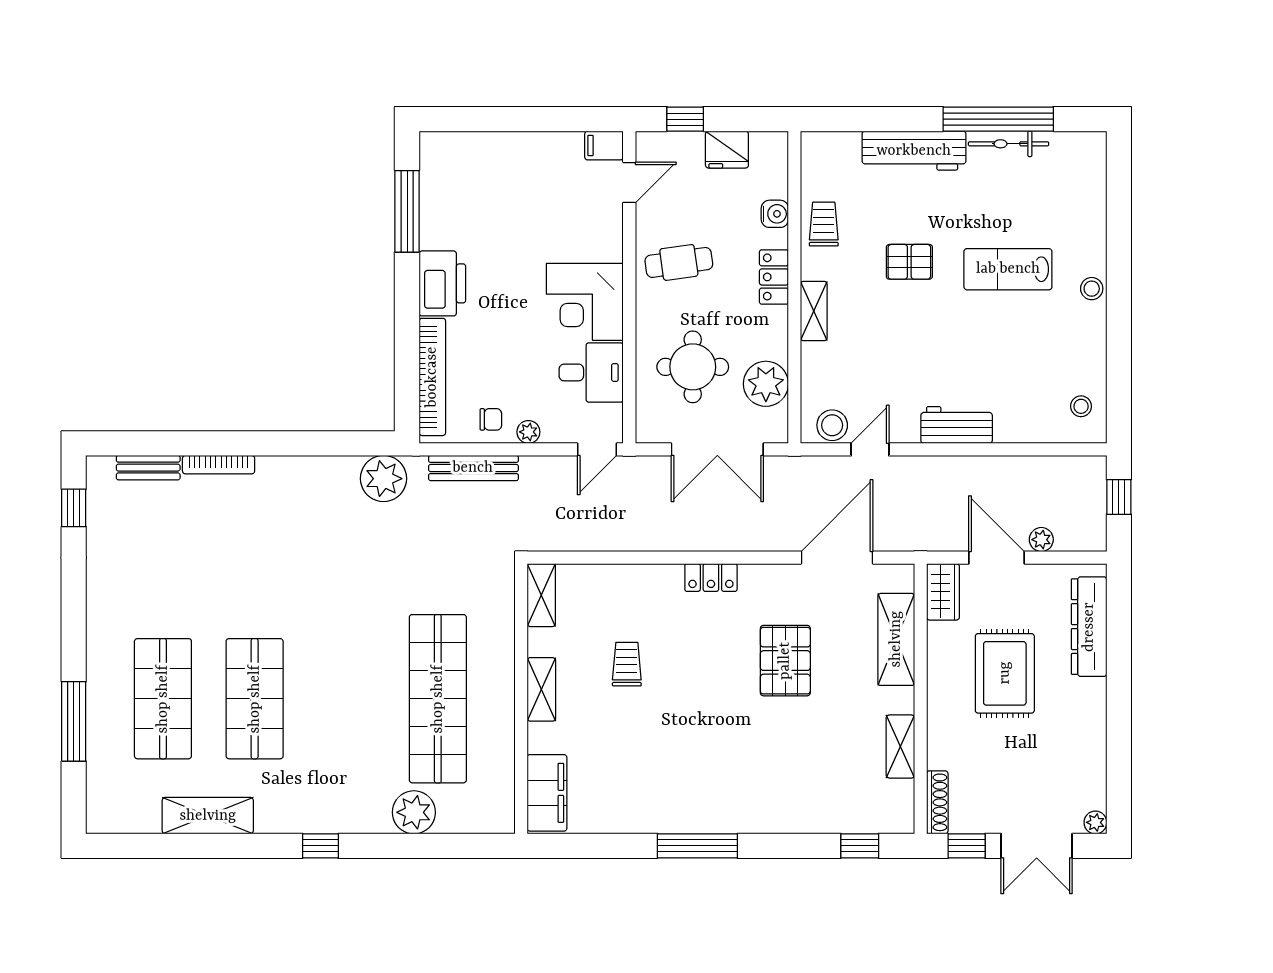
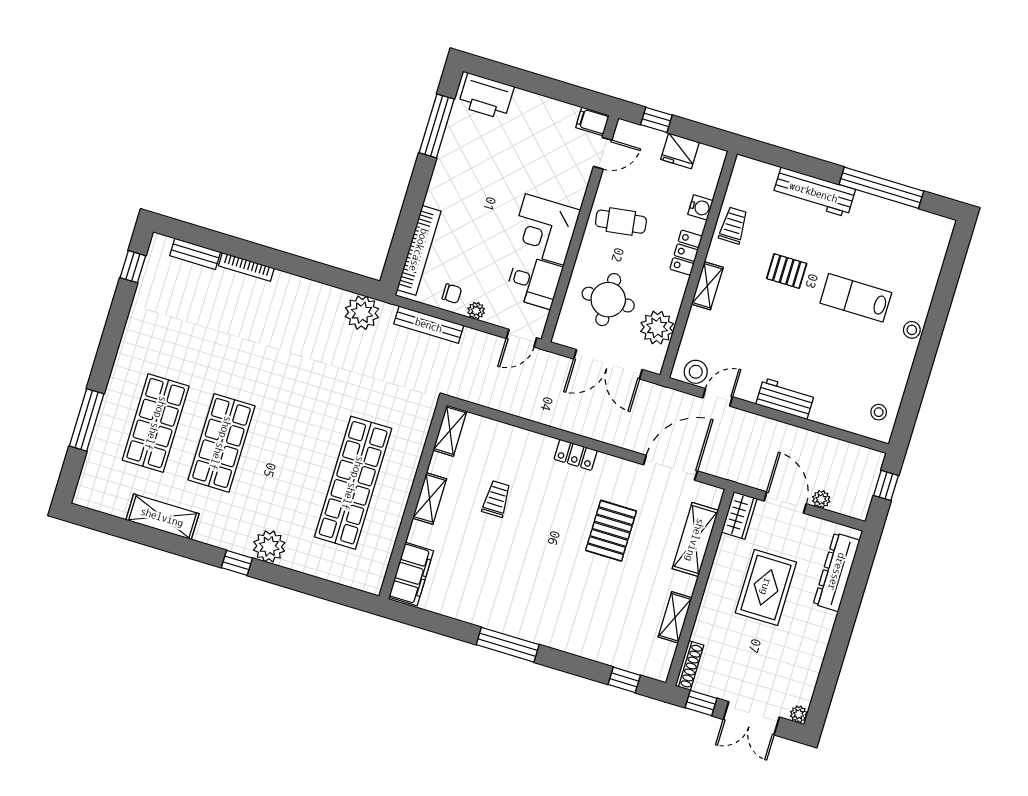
bicycle: (1009, 144) -> (883, 208), removed
printer: (442, 283) -> (486, 96), moved, turned 90
plant: (414, 812) -> (269, 546), moved

